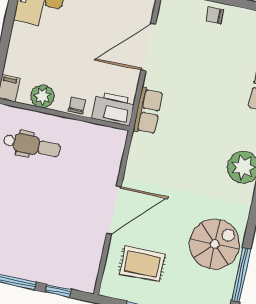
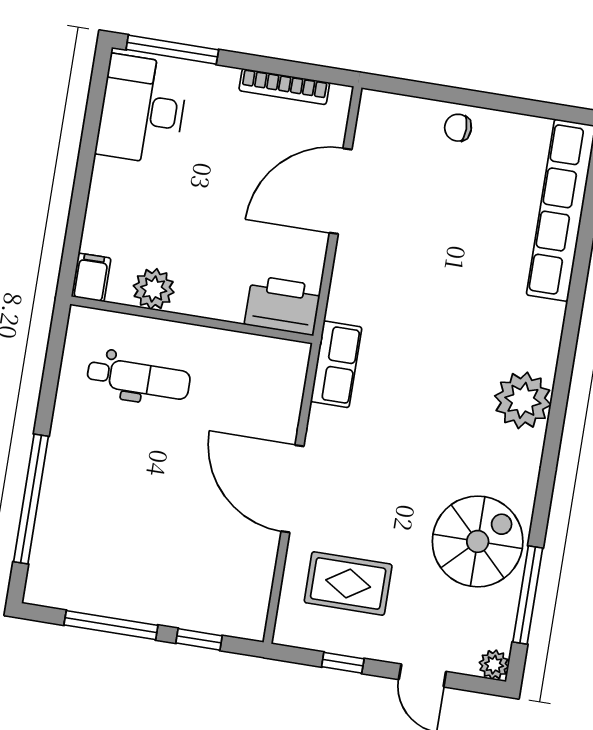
chair: (77, 105) -> (217, 302), removed
row of seats: (148, 111) -> (336, 364), moved
door: (114, 210) -> (292, 489), swing flipped

